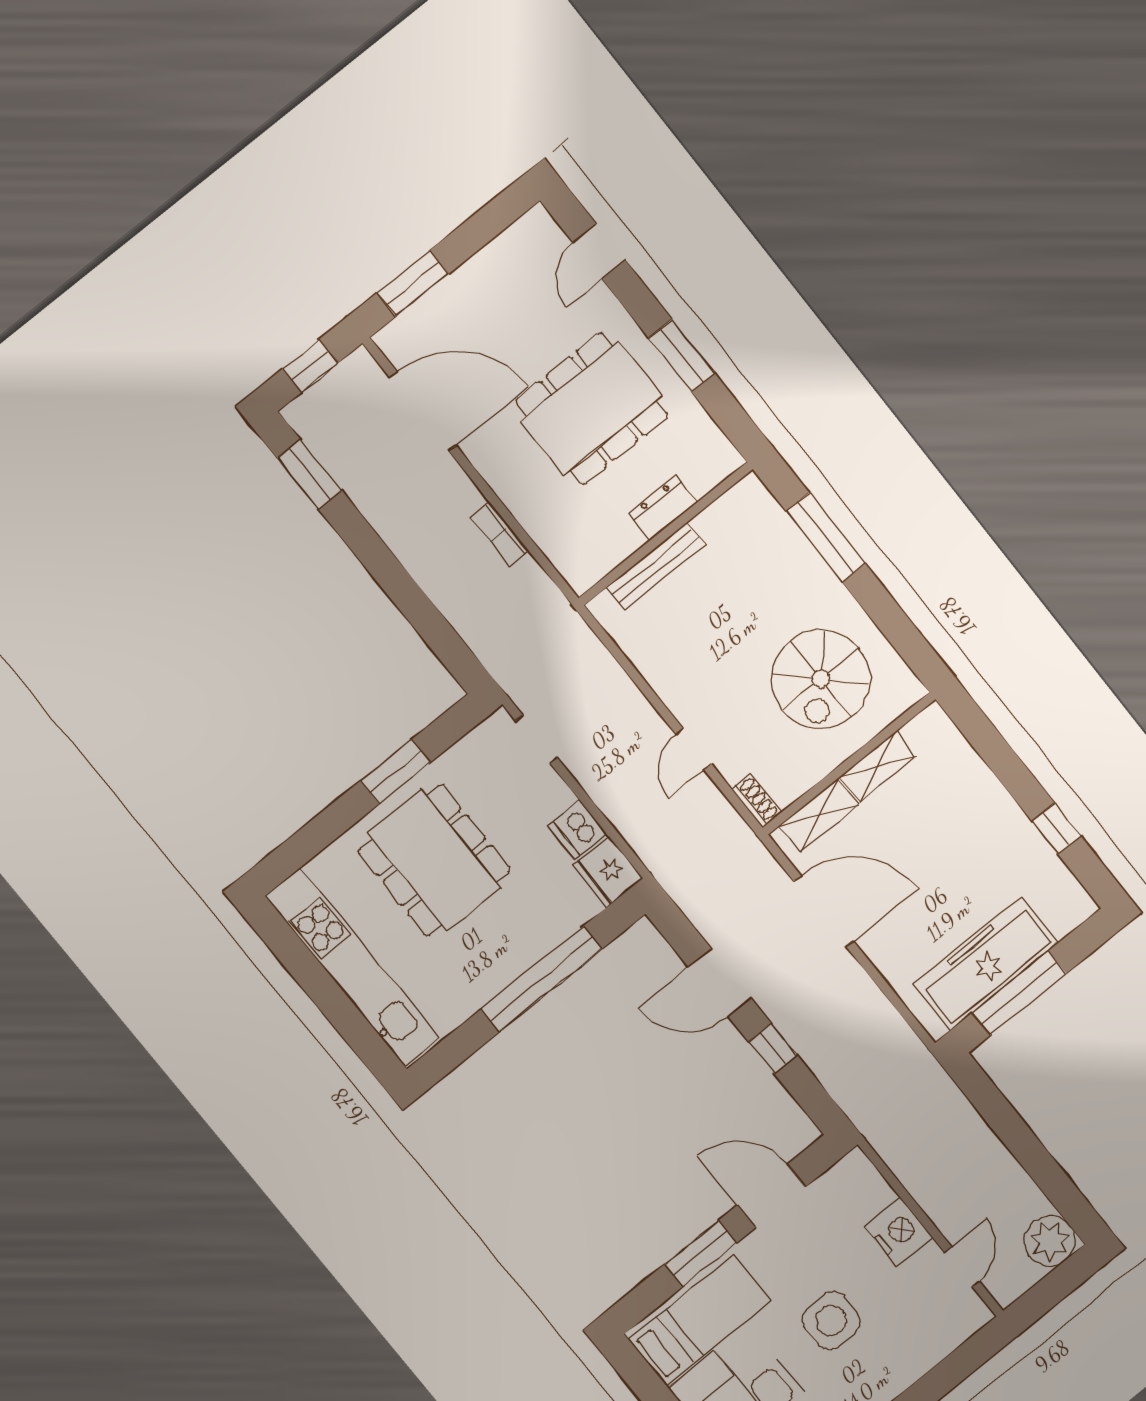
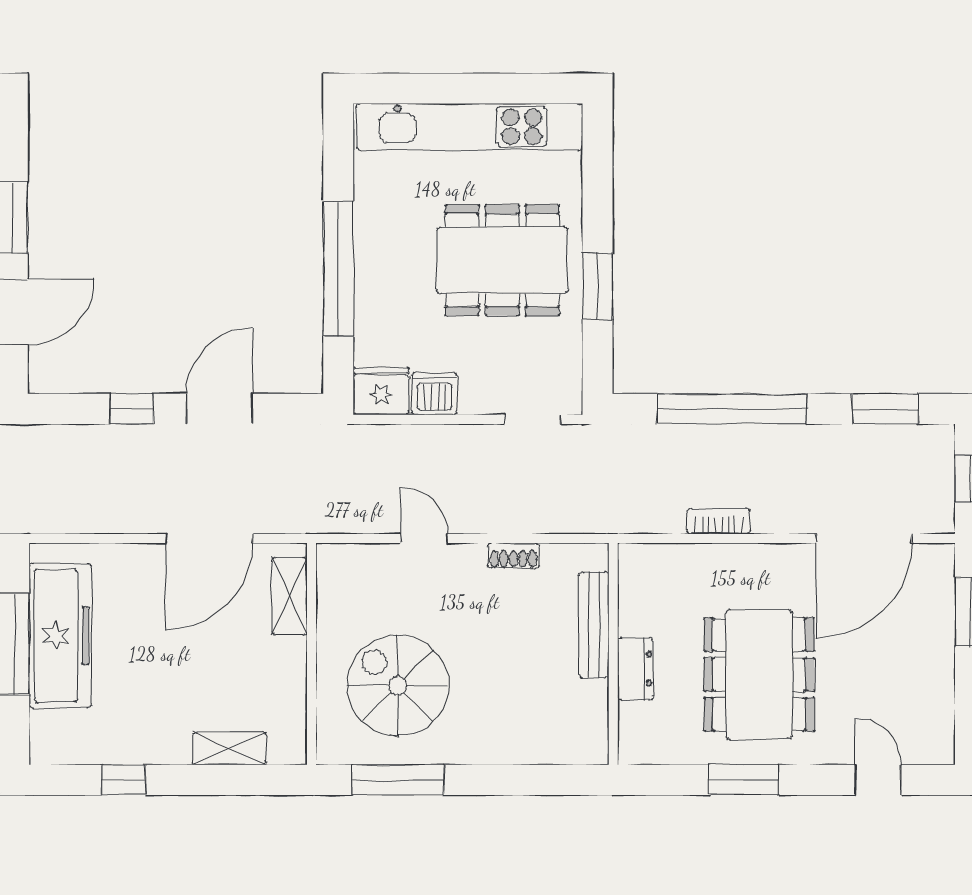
window: (826, 537) -> (398, 780), moved
window: (406, 593) -> (732, 409), added
shelving: (878, 766) -> (230, 748), moved, turned 90
shoe rack: (756, 801) -> (513, 556), moved

